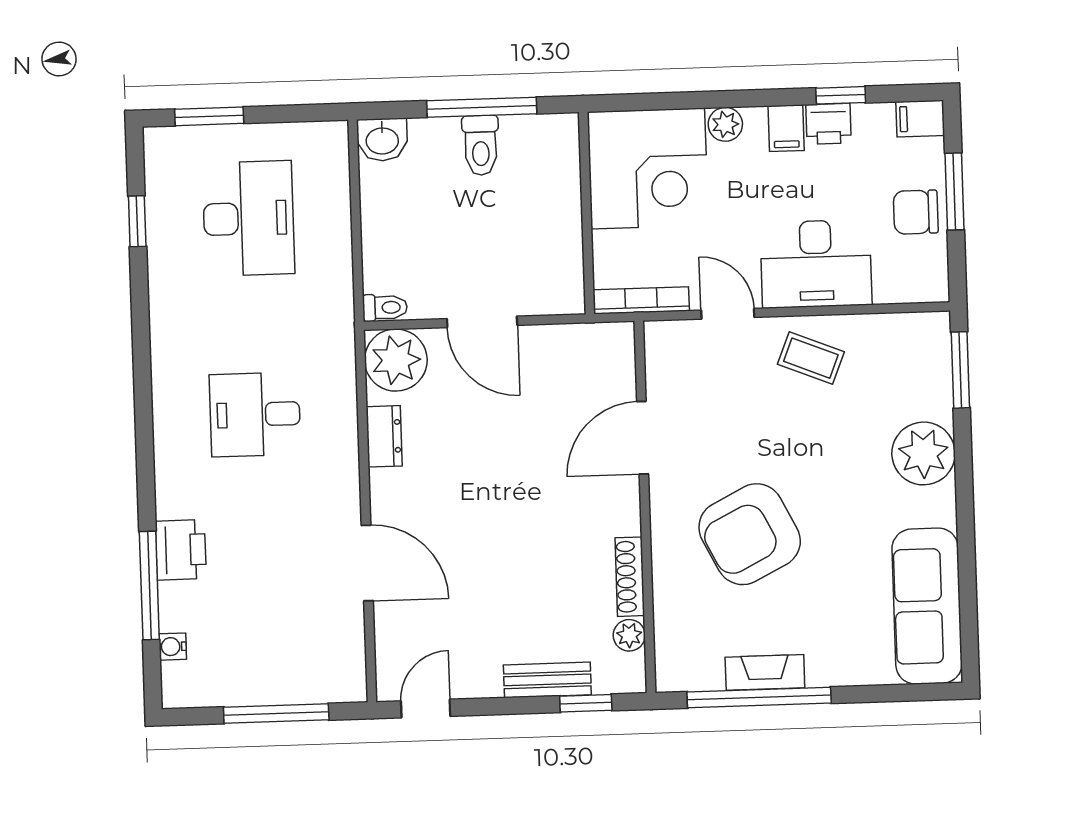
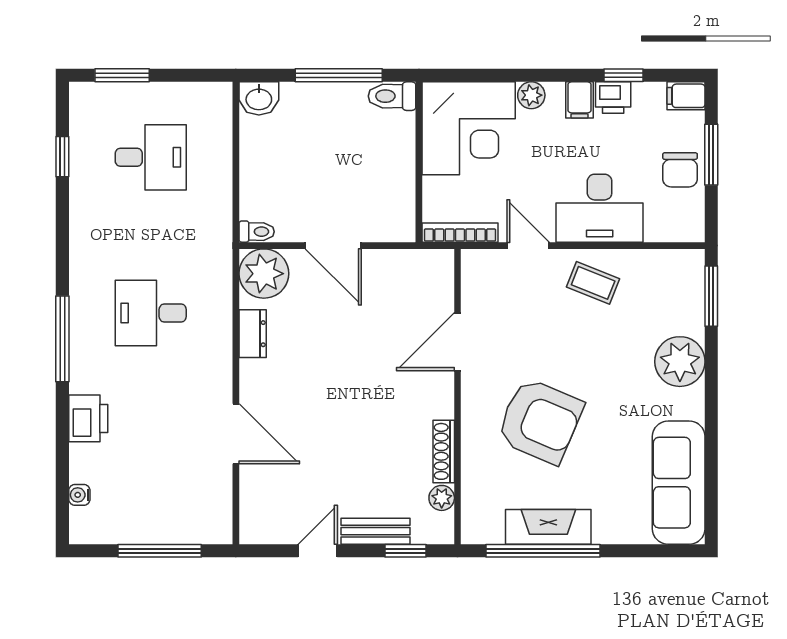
toilet: (481, 145) -> (392, 96), moved, turned 90
chair: (916, 212) -> (680, 170), turned -90
desk: (249, 218) -> (151, 157), width x0.73
armchair: (750, 534) -> (540, 421), turned -130
window: (149, 586) -> (62, 339), moved
fireplace: (765, 672) -> (548, 527), width x1.37, depth x1.32
door: (426, 709) -> (318, 551), moved

